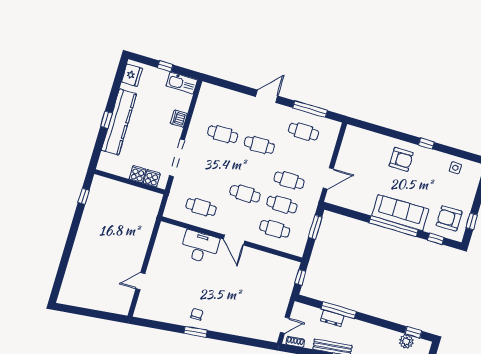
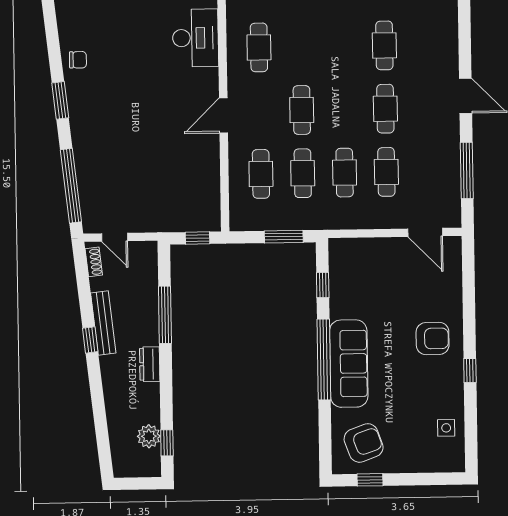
cafe table: (303, 132) -> (386, 172), moved
armchair: (401, 159) -> (433, 338), turned -90
door: (328, 178) -> (425, 232), moved
armchair: (449, 218) -> (364, 443), turned 70
window: (436, 239) -> (323, 285), moved
desk: (200, 247) -> (195, 38), moved
chair: (197, 314) -> (78, 60), moved
dresser: (332, 318) -> (150, 364), moved
window: (247, 341) -> (71, 186), added

